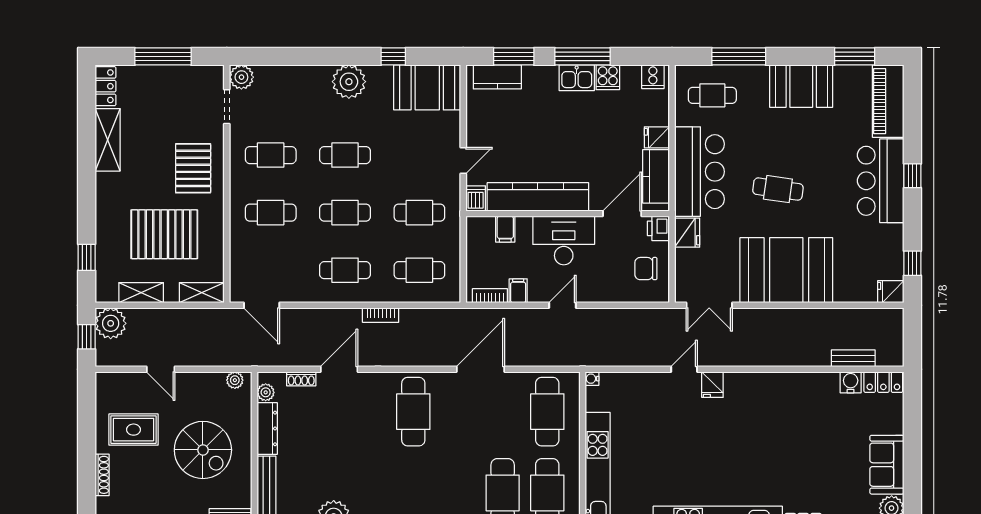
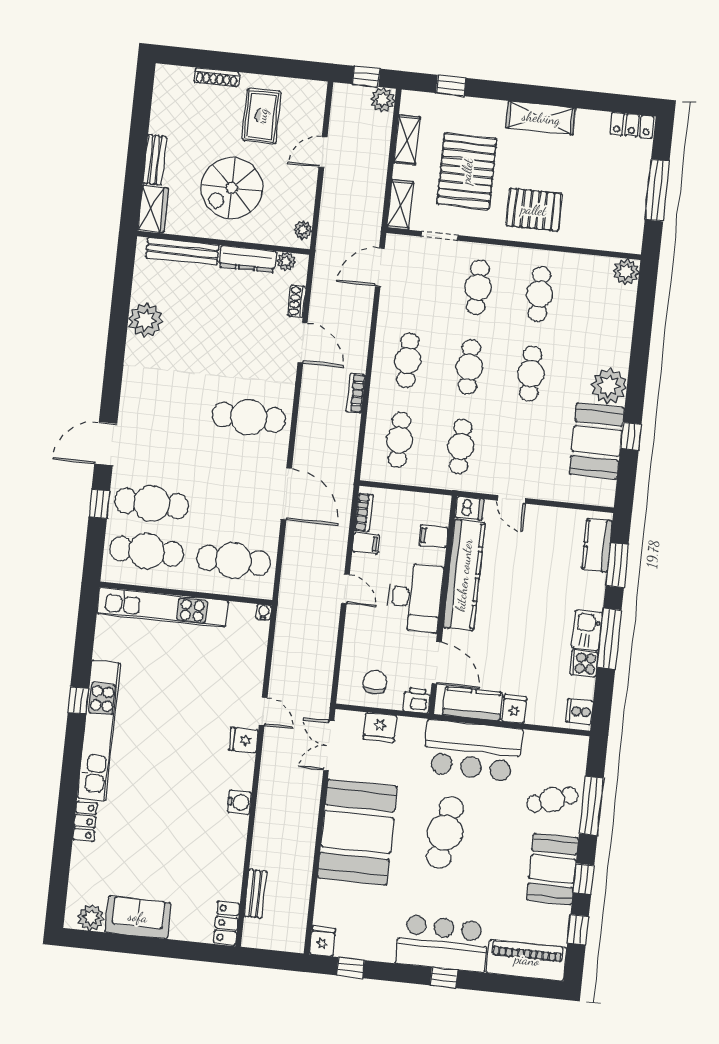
window: (807, 56) -> (584, 879), added
window: (855, 56) -> (578, 930), width x0.67
booth: (427, 87) -> (597, 441), moved
cafe table: (712, 95) -> (552, 800), moved, turned 71
doorway: (227, 107) -> (440, 236), moved
shelving: (108, 140) -> (541, 118), moved
cafe table: (778, 189) -> (445, 833), width x1.37, depth x1.35
fridge: (687, 233) -> (380, 727), moved
plant: (111, 323) -> (383, 100), width x0.73, depth x0.73
water cooler: (851, 382) -> (239, 802), moved

